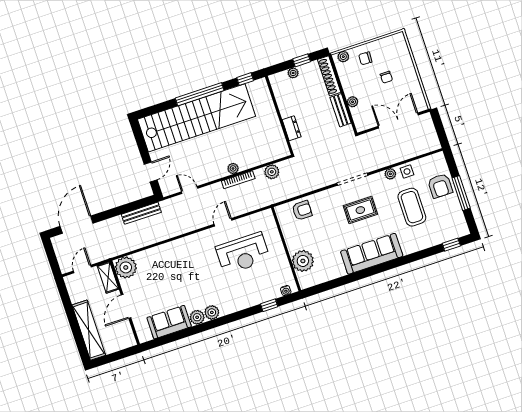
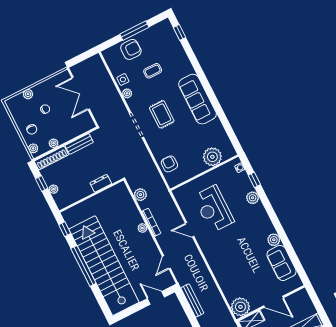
plant: (406, 60) -> (28, 94), added
plant: (353, 102) -> (54, 143), moved
coffee table: (412, 207) -> (153, 71), width x0.54, depth x0.58
reception desk: (243, 253) -> (214, 209), turned 180
plant: (212, 312) -> (253, 198), moved

